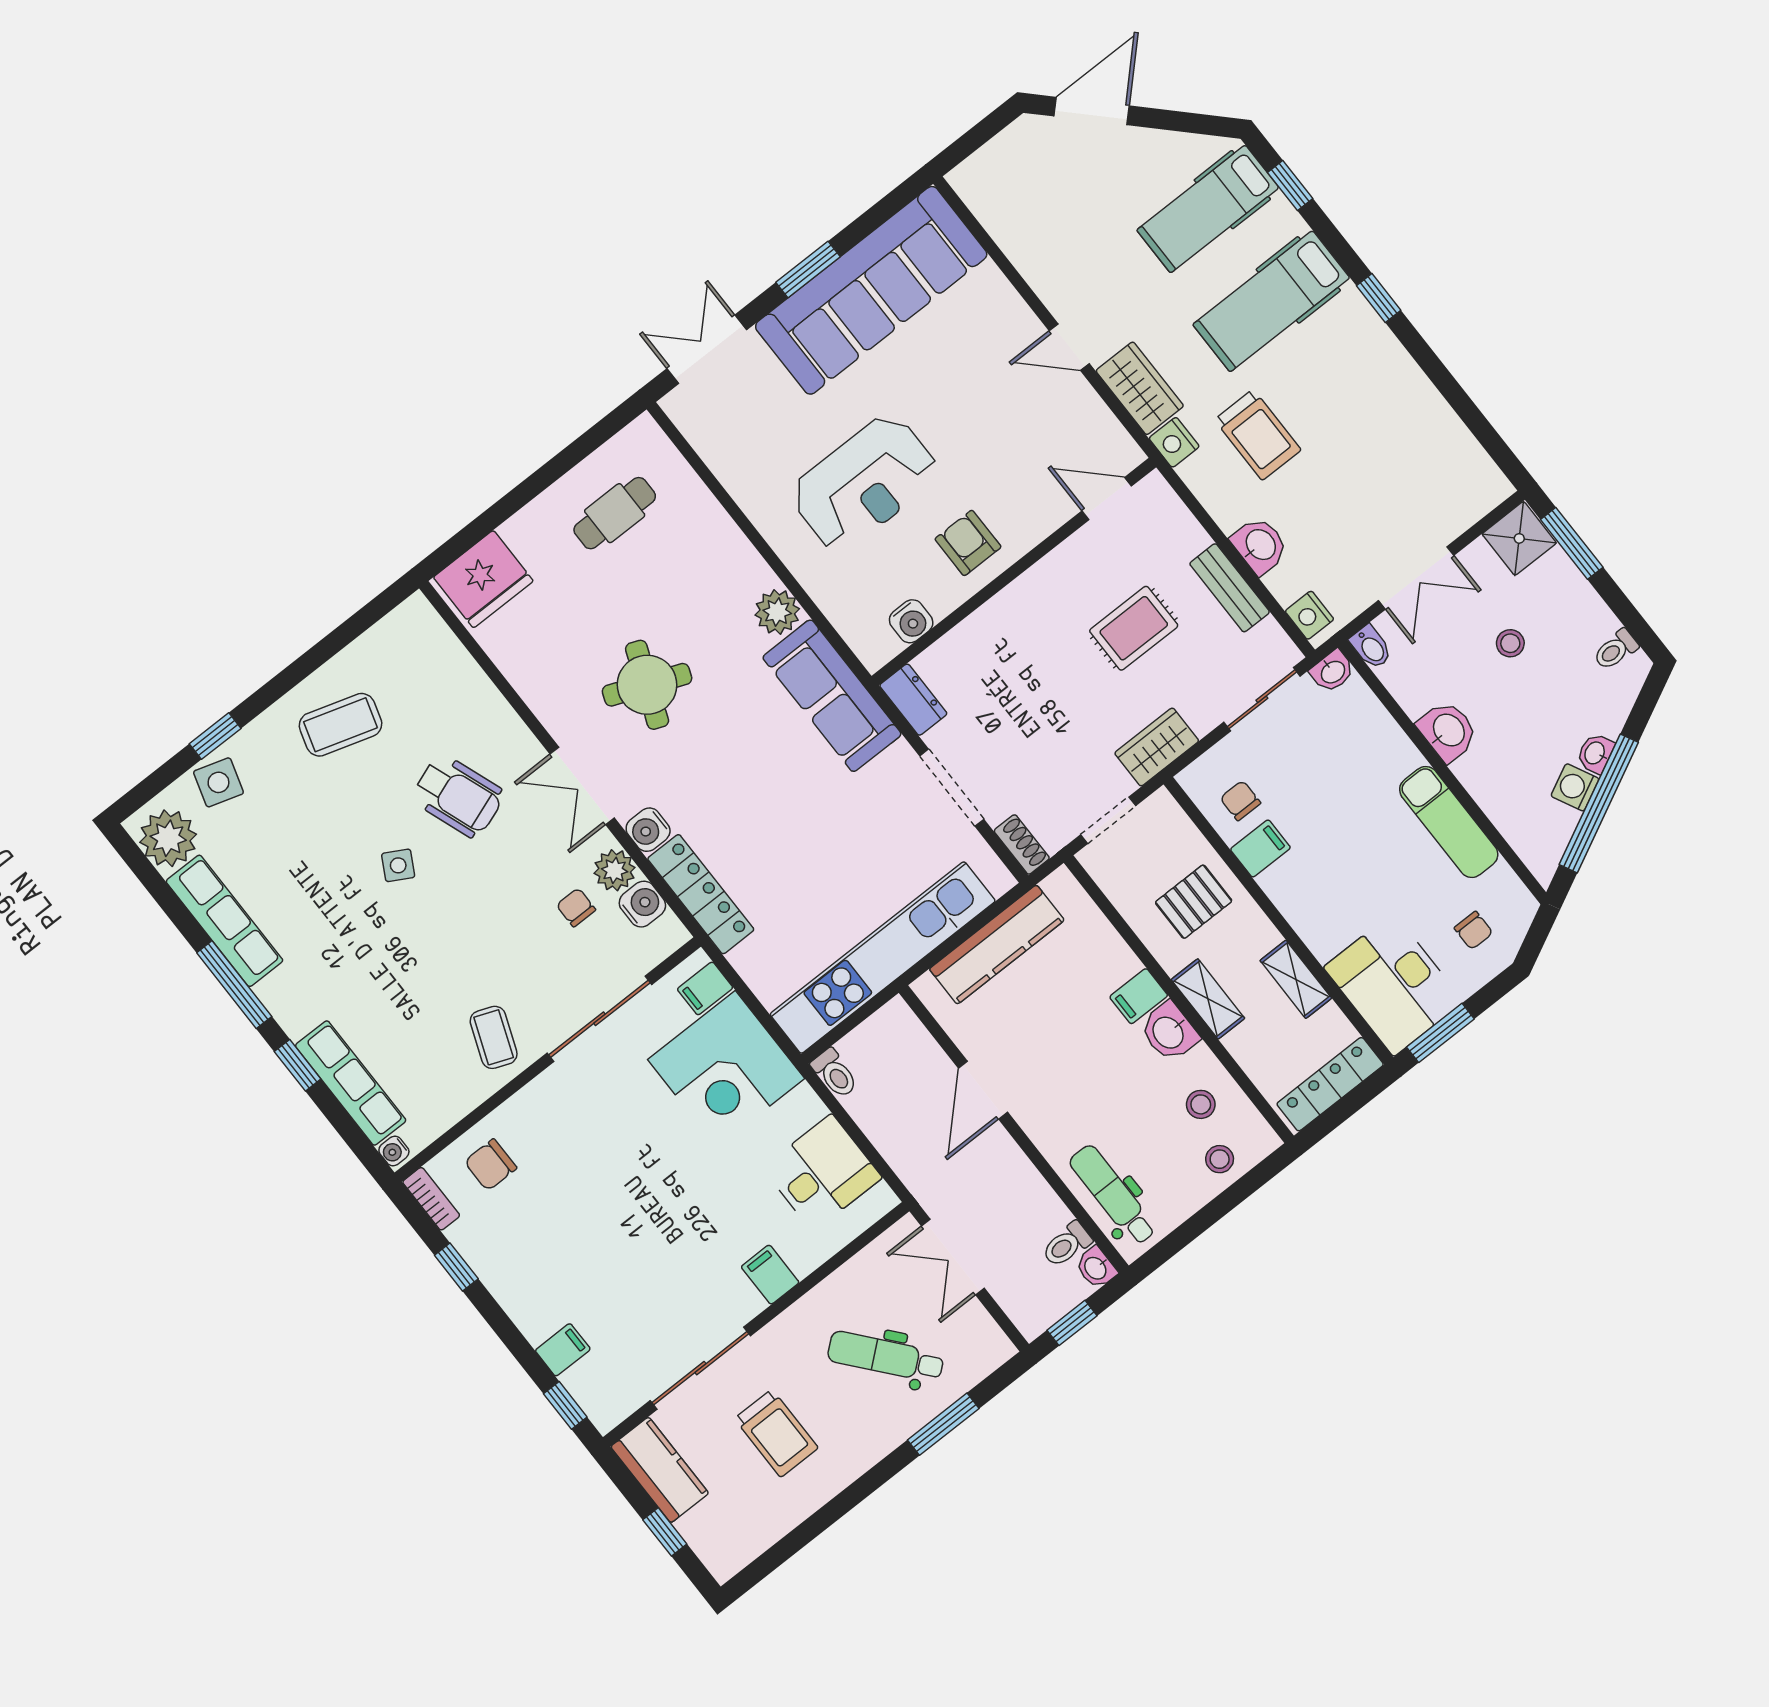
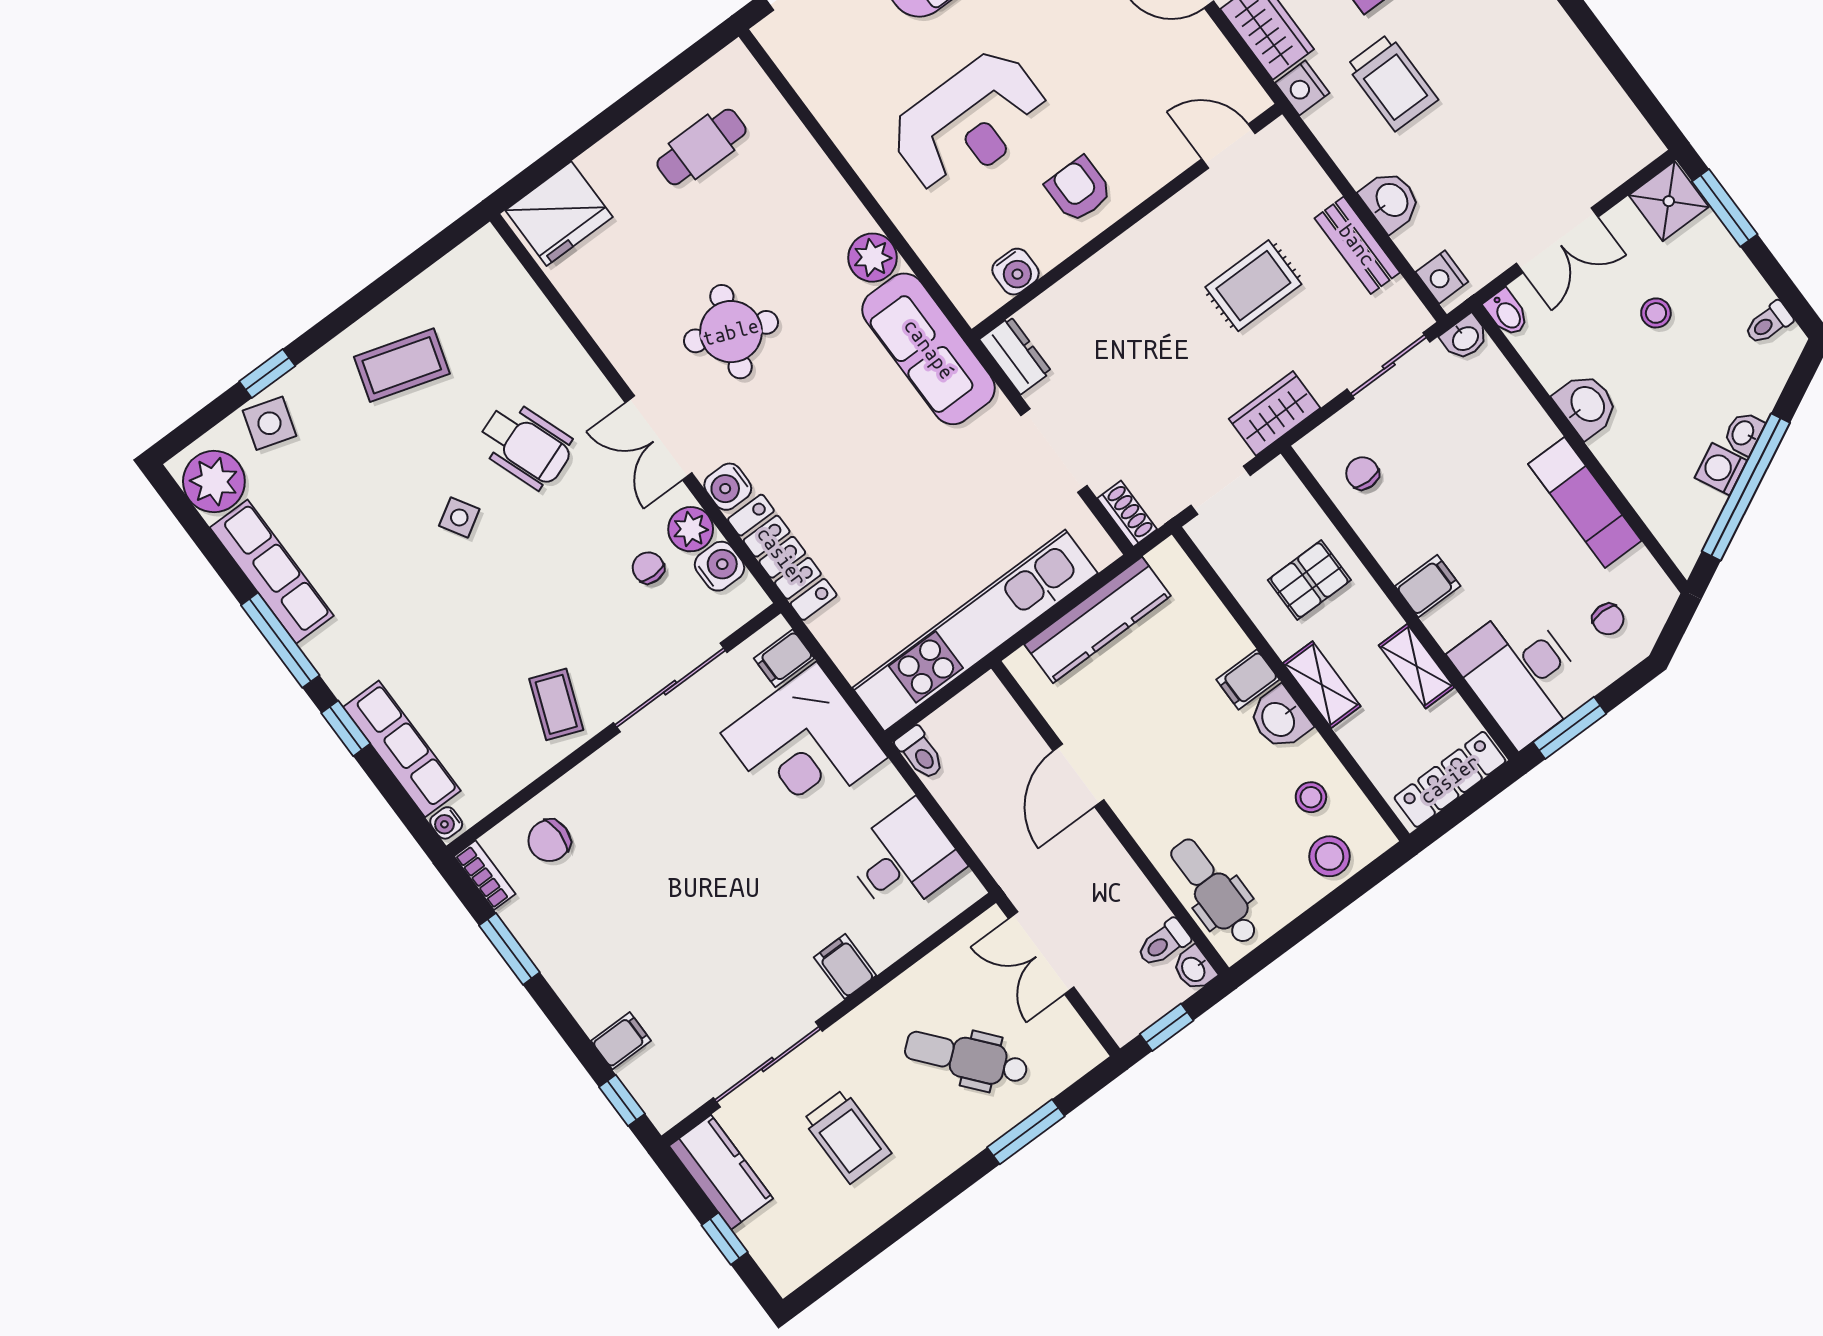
filing cabinet: (1260, 848) -> (1428, 586), moved
side table: (398, 865) -> (459, 517), turned 30
stool: (1220, 1159) -> (1329, 856), width x1.37, depth x1.37
window: (456, 1267) -> (509, 949), width x1.50

